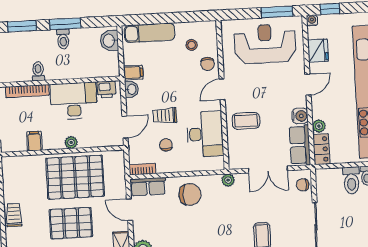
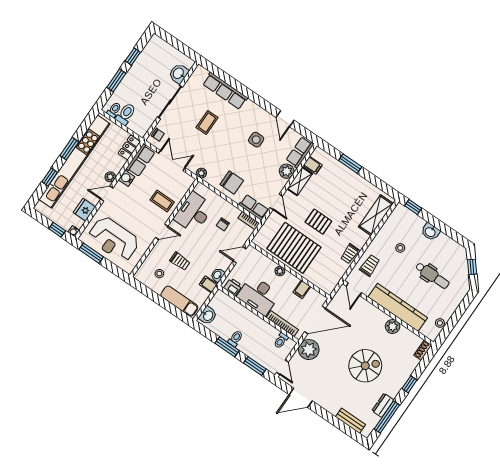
chair: (208, 64) -> (159, 254), removed
toilet: (38, 71) -> (281, 341), moved
trolley: (165, 116) -> (180, 261), moved
plant: (319, 126) -> (110, 177), moved
chair: (190, 194) -> (232, 182), turned 180
pallet: (71, 223) -> (318, 222), width x0.67, depth x0.71

